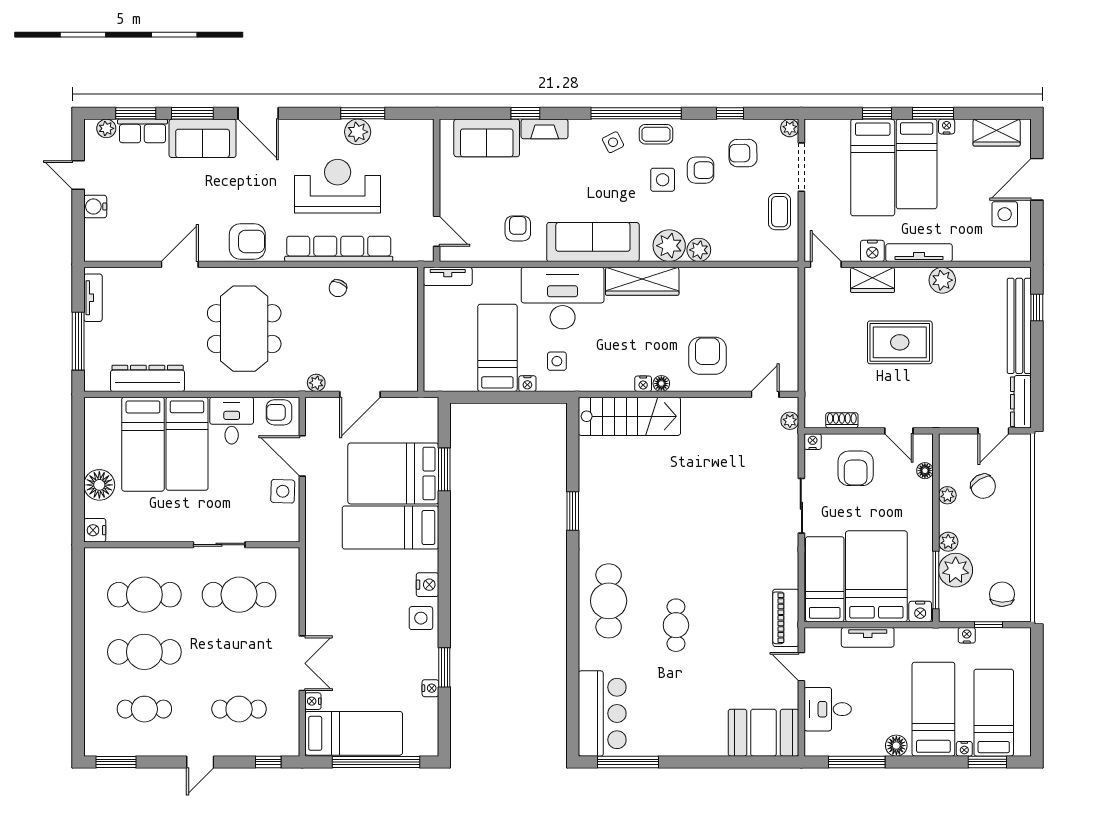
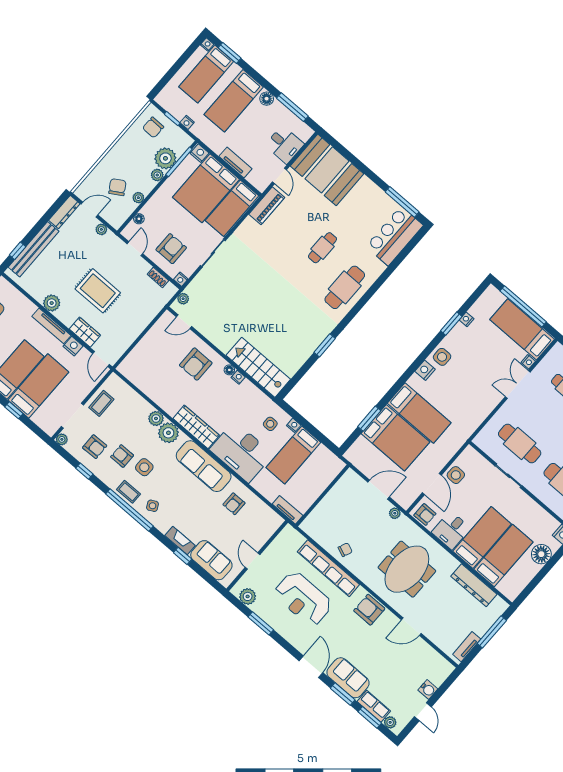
plant: (358, 132) -> (248, 596), moved
door: (437, 231) -> (253, 561), moved
plant: (959, 419) -> (101, 229), added
booth: (763, 733) -> (327, 170), width x1.36, depth x1.42
nightstand: (964, 749) -> (207, 45), moved

